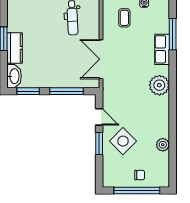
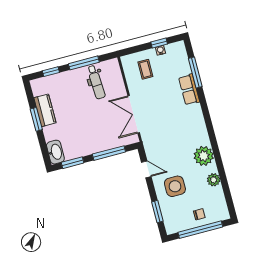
kitchen counter: (14, 48) -> (45, 110), moved
plant: (159, 85) -> (204, 156), moved
side table: (123, 141) -> (175, 186), turned 45
window: (99, 143) -> (157, 212), moved

